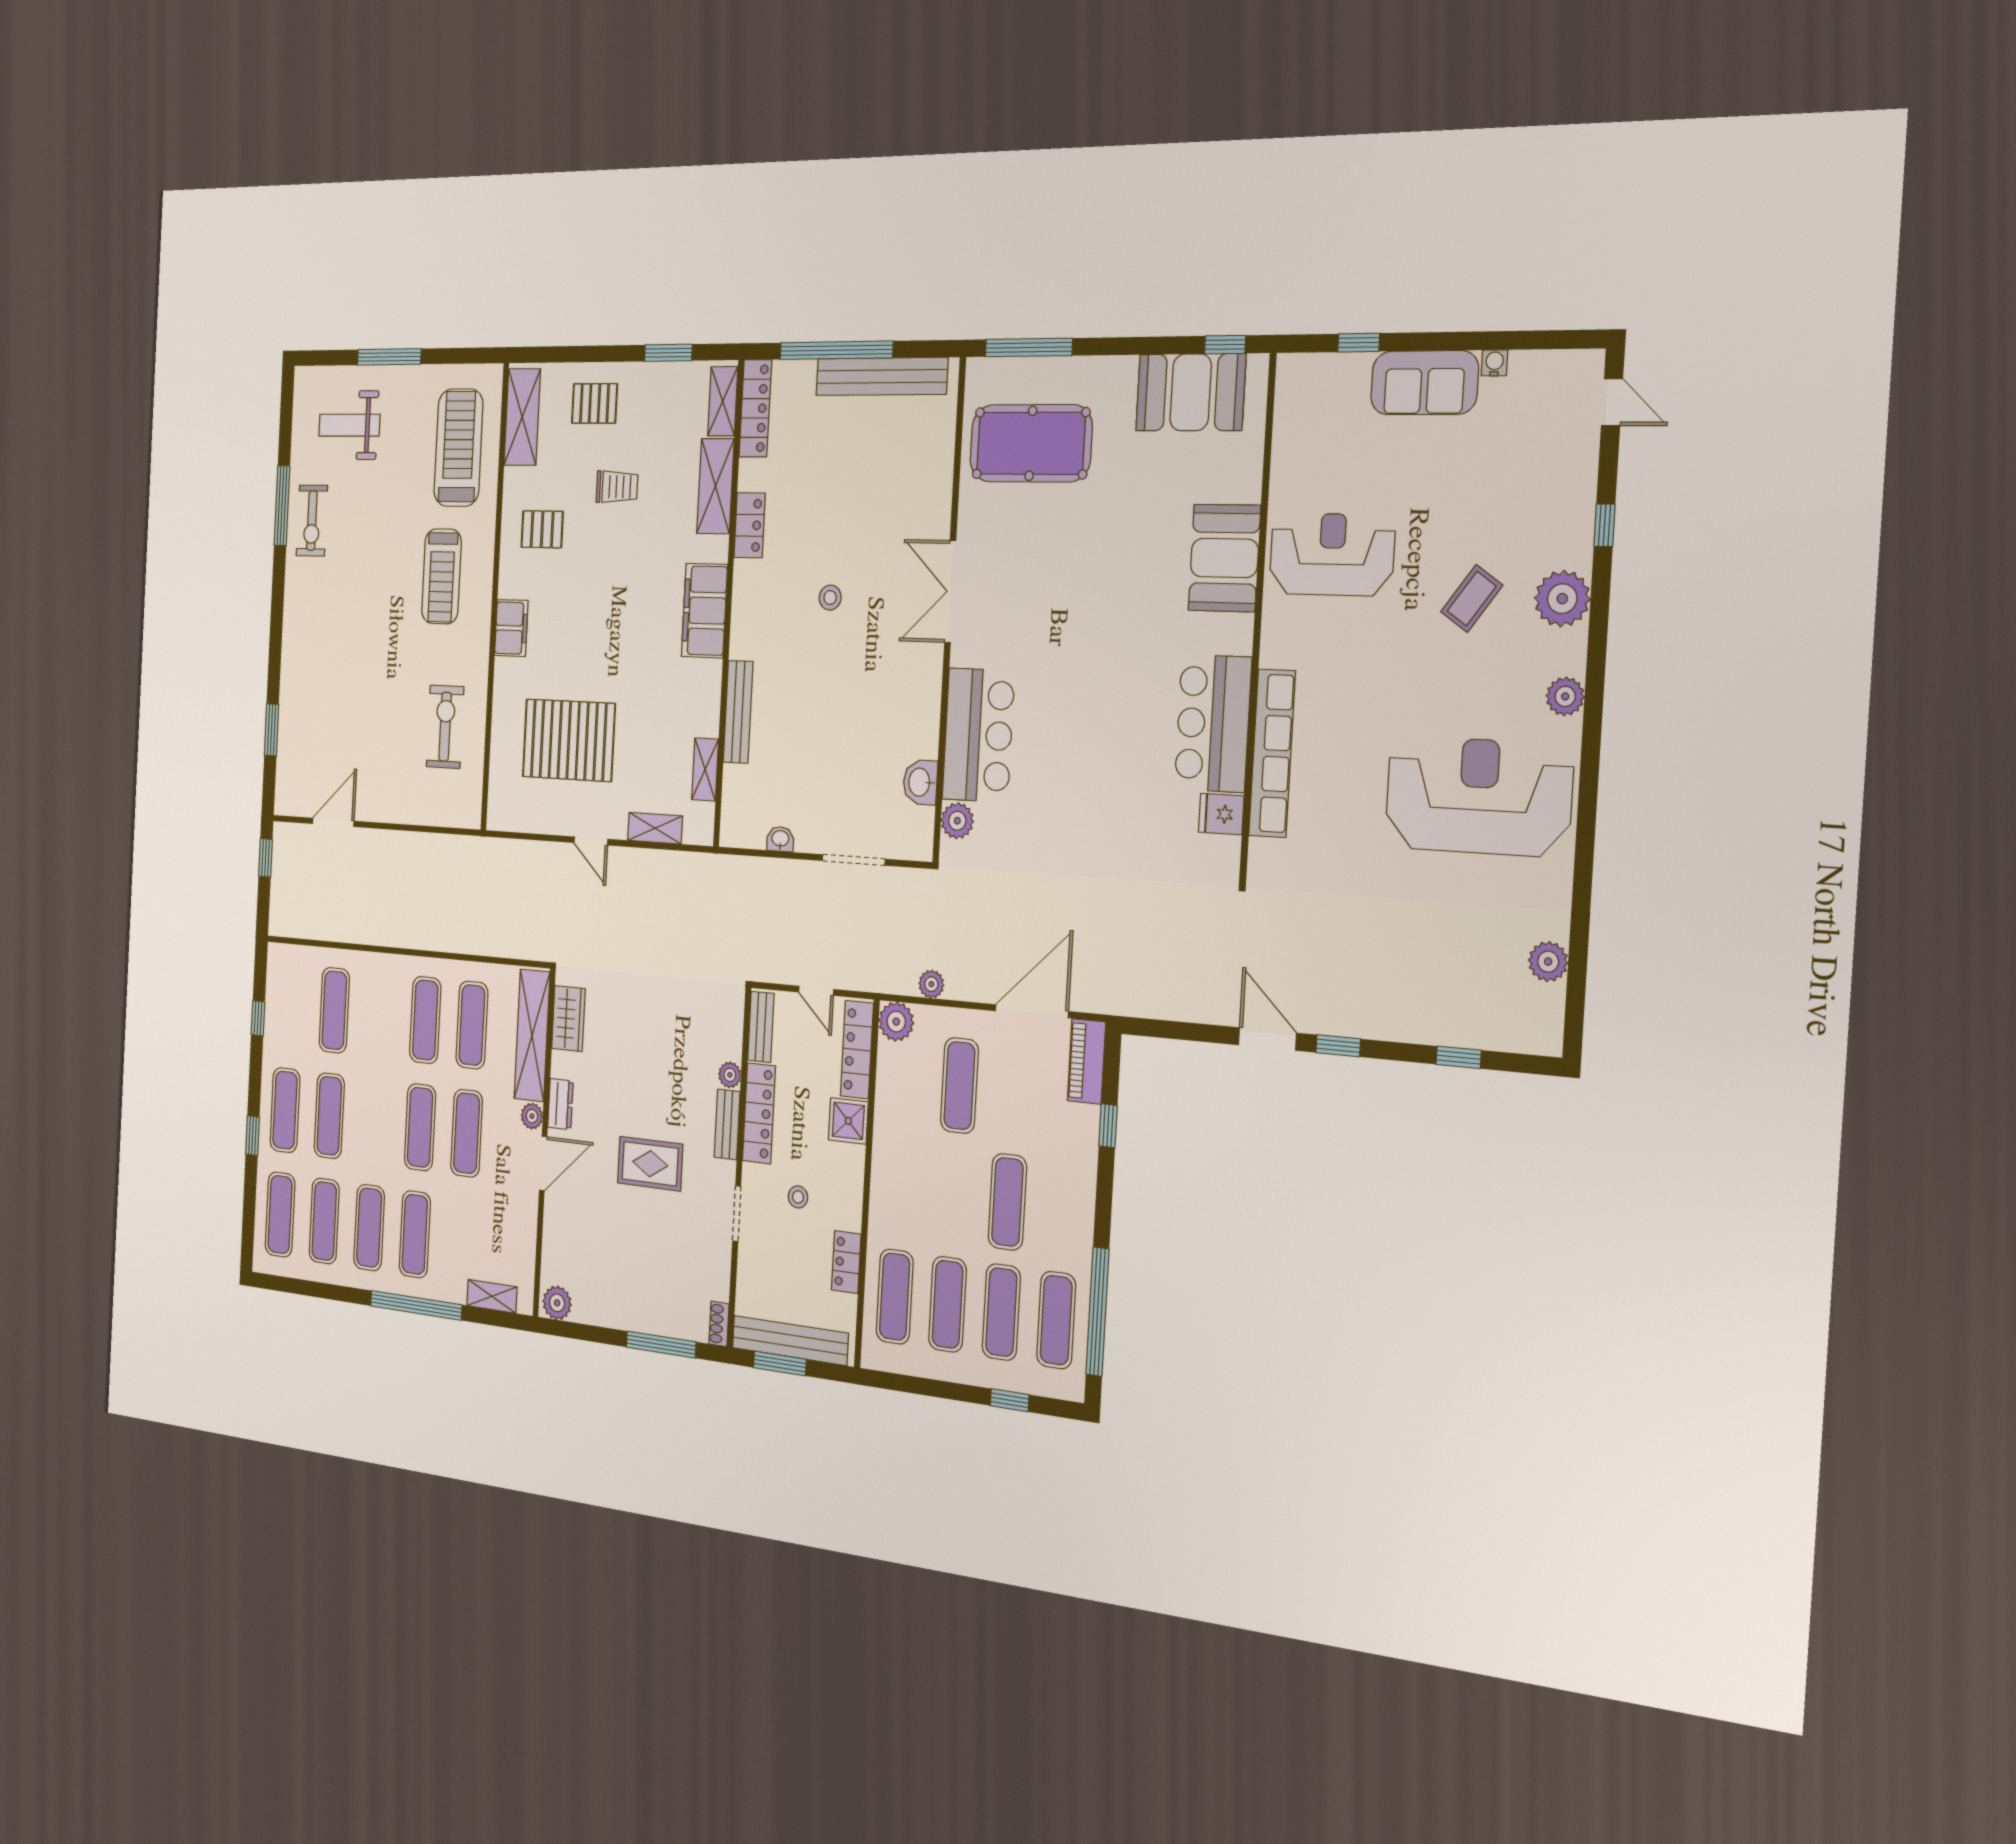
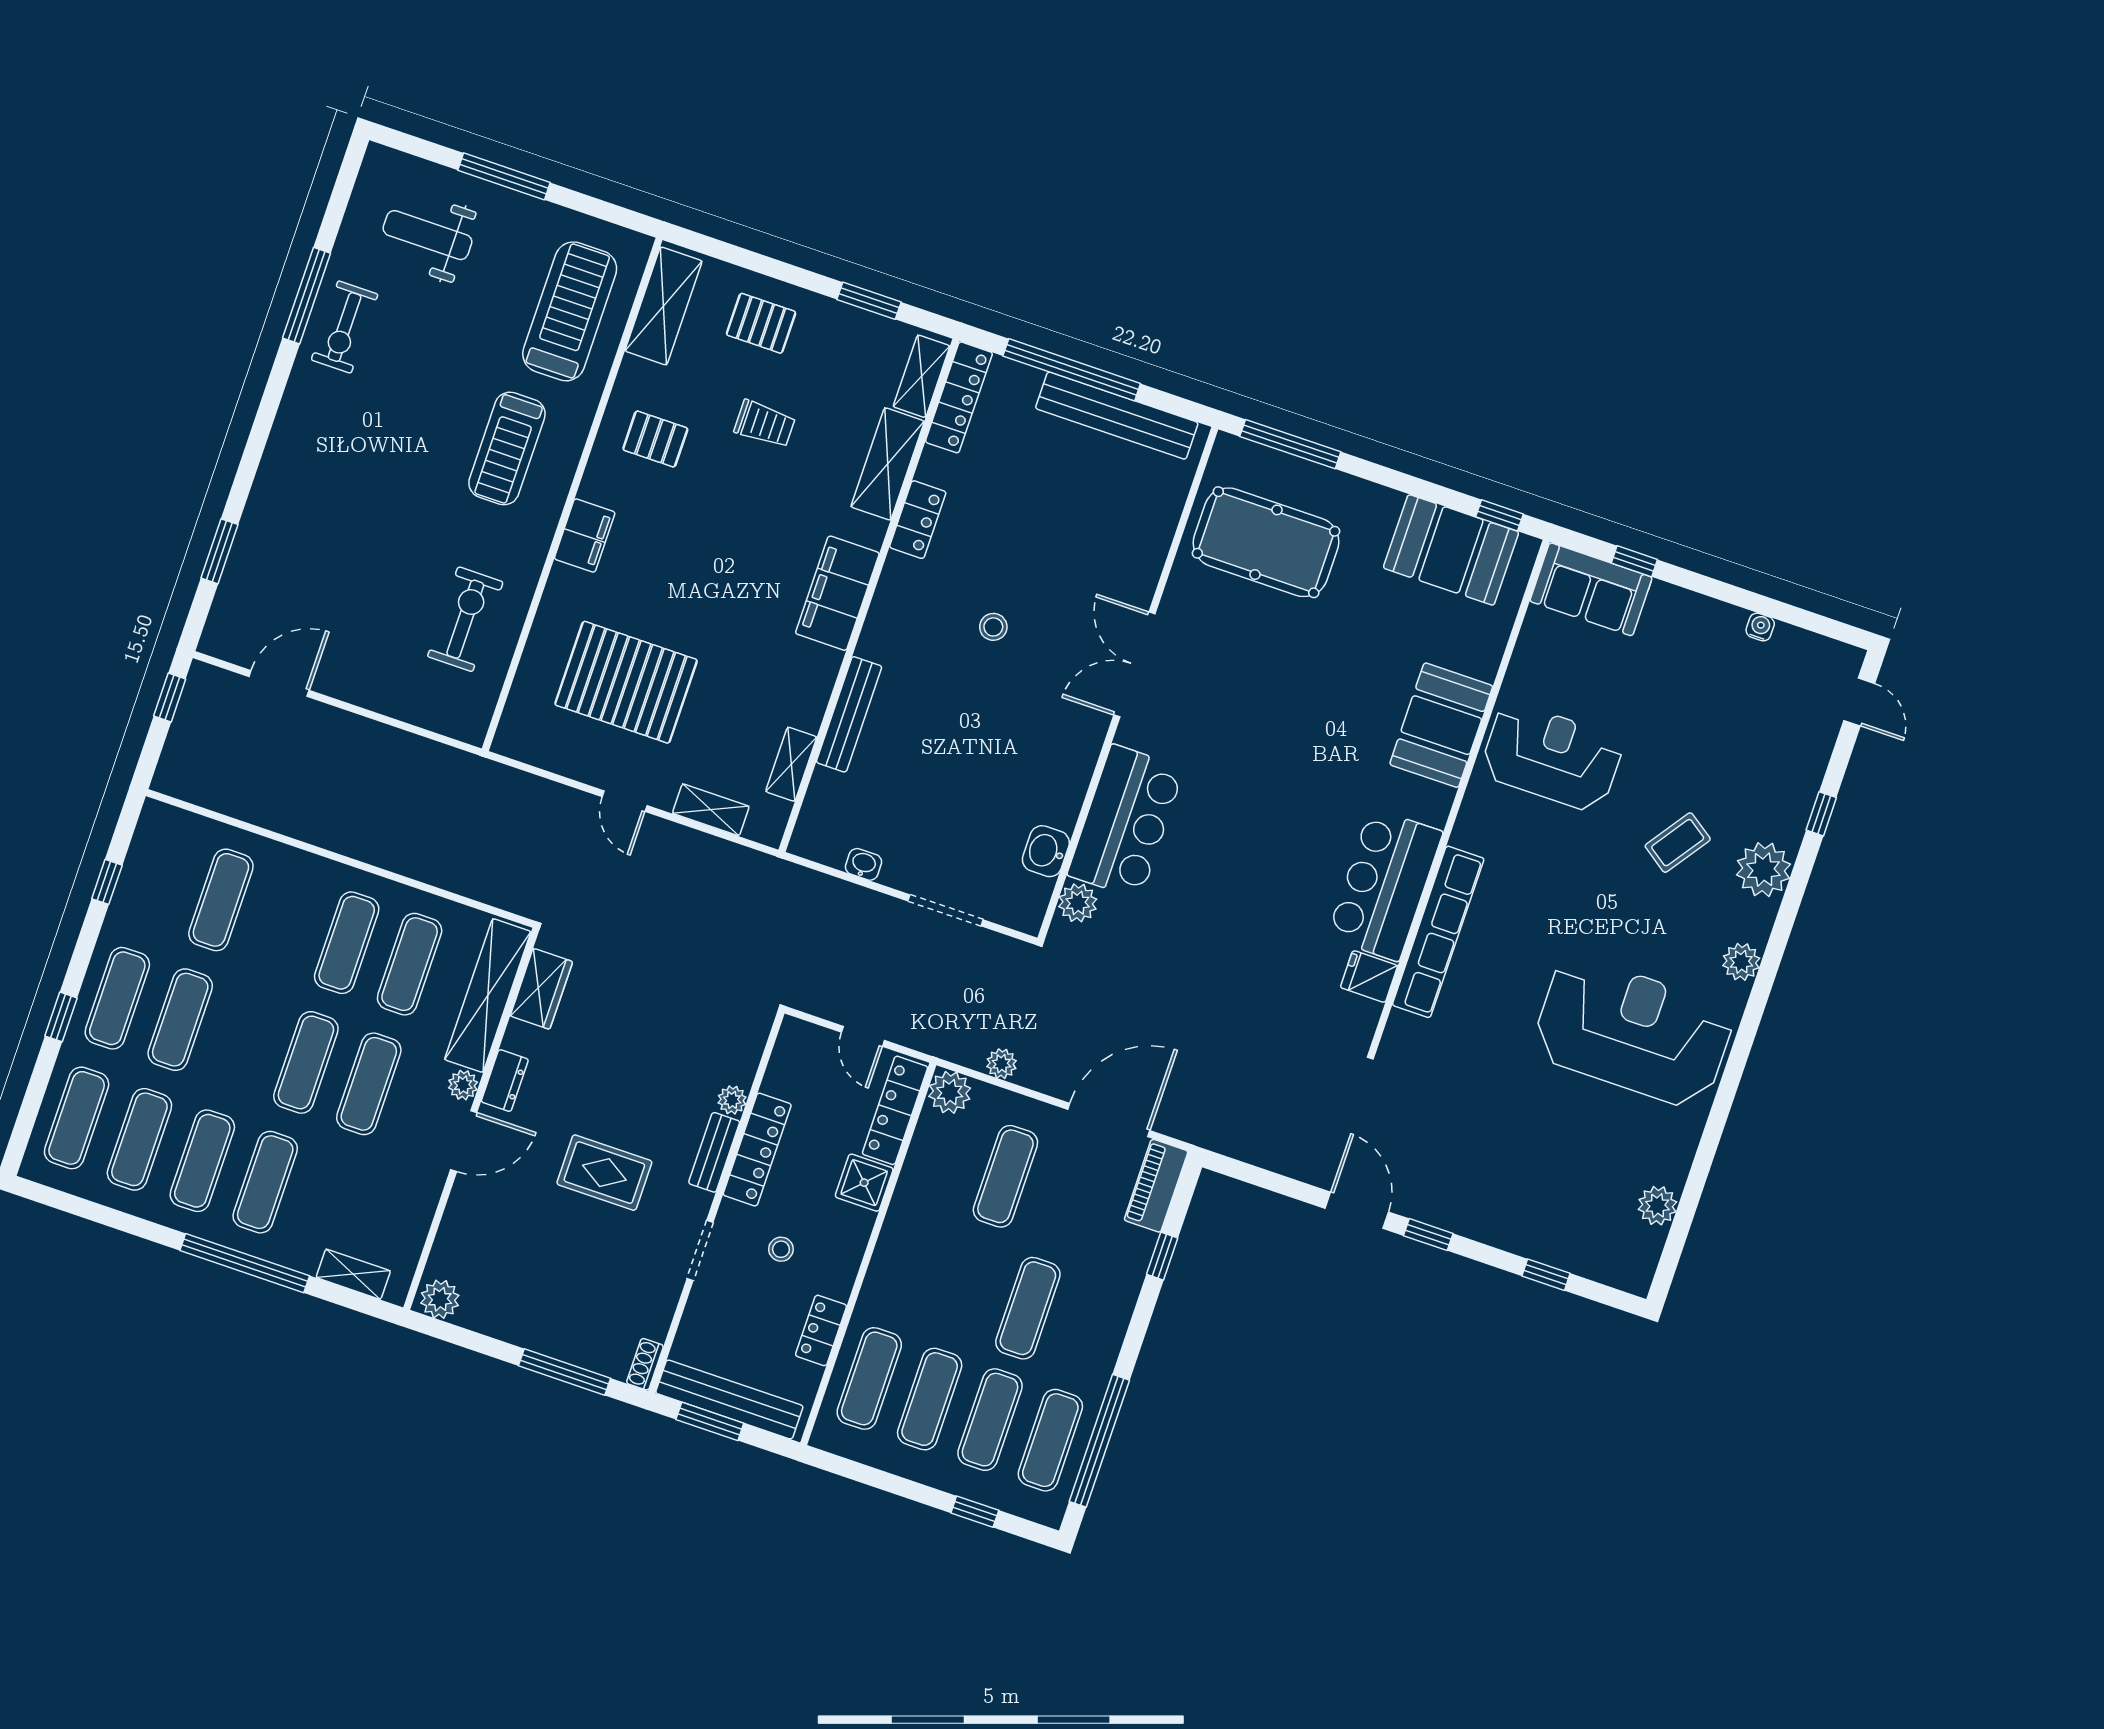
sofa: (1424, 383) -> (1591, 589), moved
bench: (761, 1027) -> (785, 1058), removed

